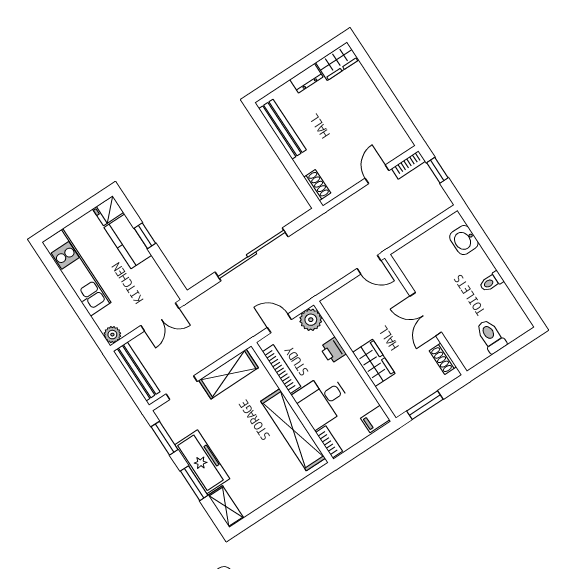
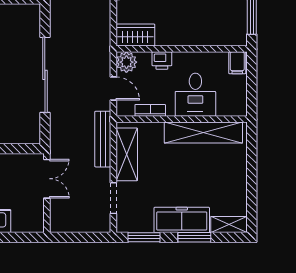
door: (279, 323) -> (113, 89), swing flipped
plant: (112, 335) -> (36, 225), removed
wardrobe: (374, 363) -> (135, 35), moved
bookcase: (282, 369) -> (150, 110), width x0.64
bench: (137, 372) -> (103, 139), moved, turned 90
bookcase: (329, 442) -> (231, 111), removed

